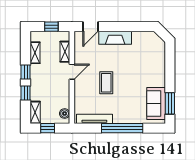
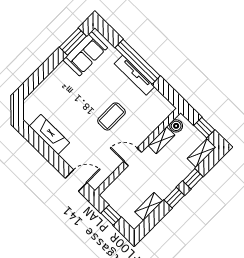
fireplace: (115, 38) -> (49, 134), moved
shelving: (65, 52) -> (161, 140), moved
tv unit: (94, 119) -> (134, 75), moved

